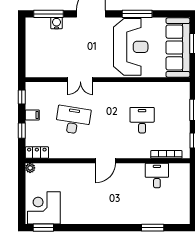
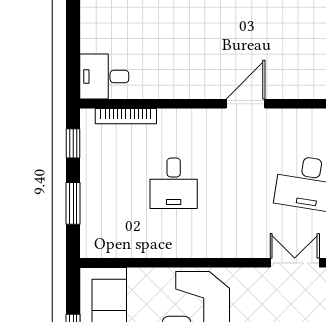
desk: (157, 175) -> (104, 76), moved, turned 90

